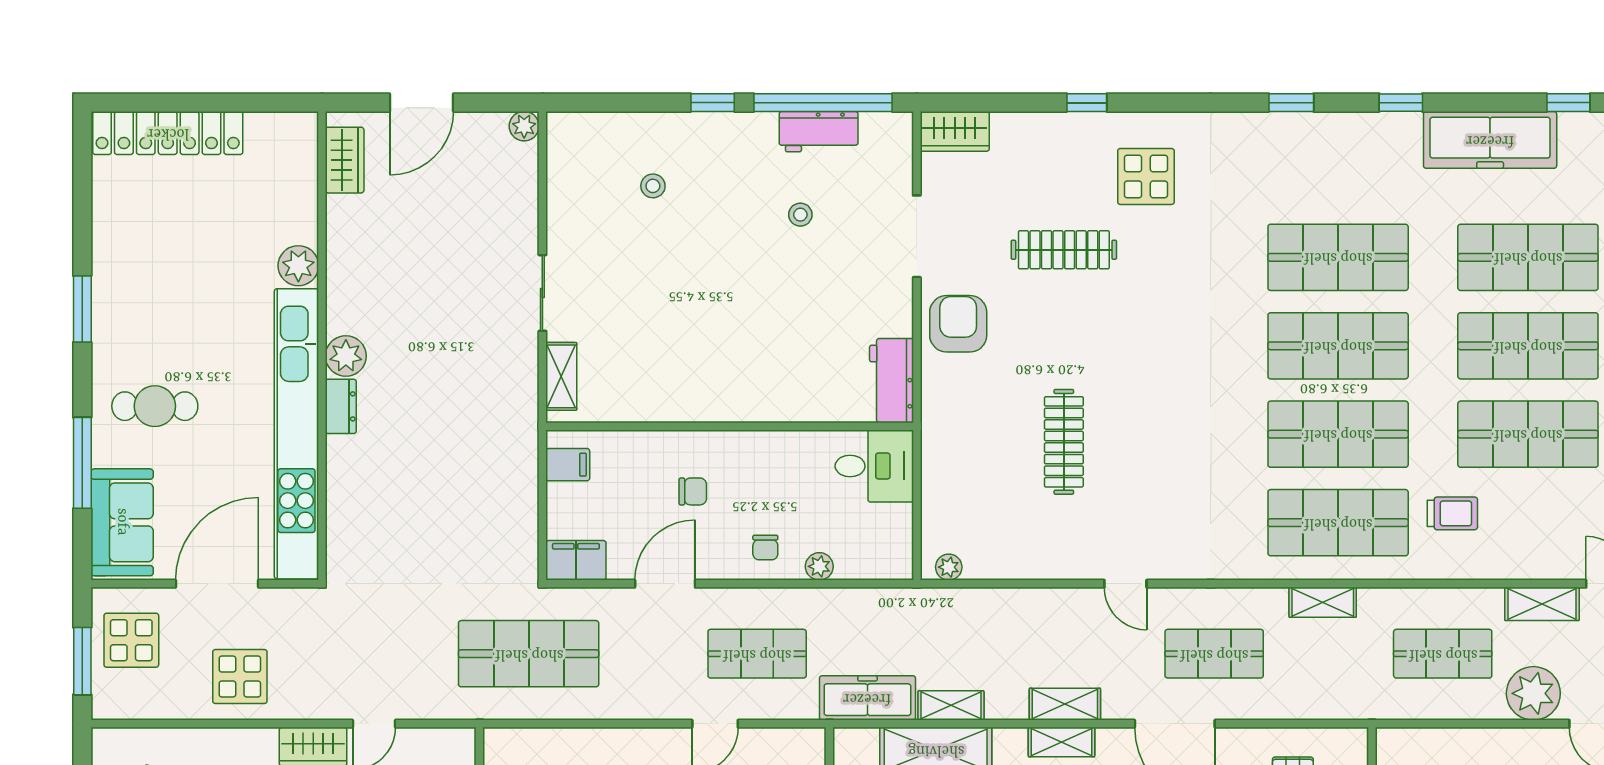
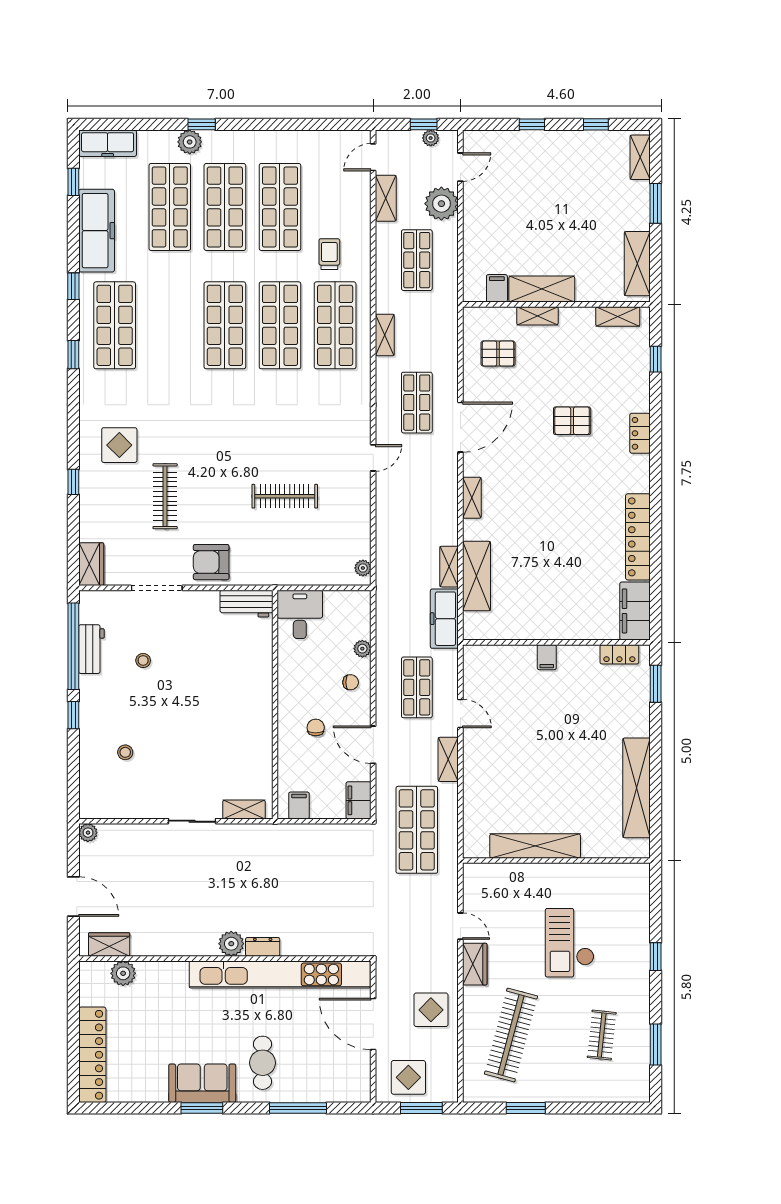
shop shelf: (1338, 257) -> (115, 325), moved
plant: (298, 266) -> (123, 973), moved
sofa: (122, 522) -> (202, 1083), moved
shelving: (1065, 704) -> (448, 759), moved

